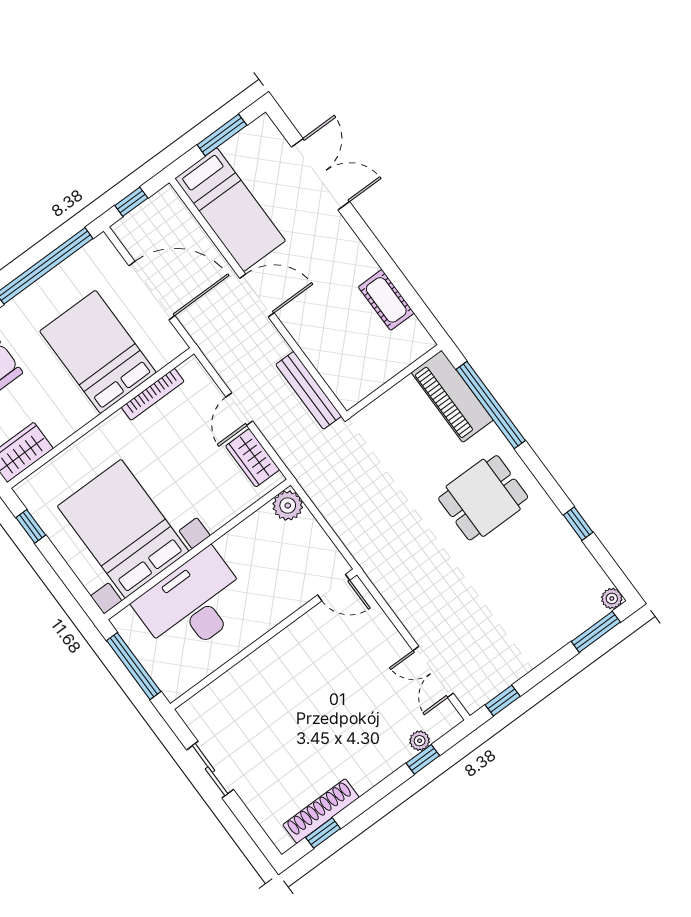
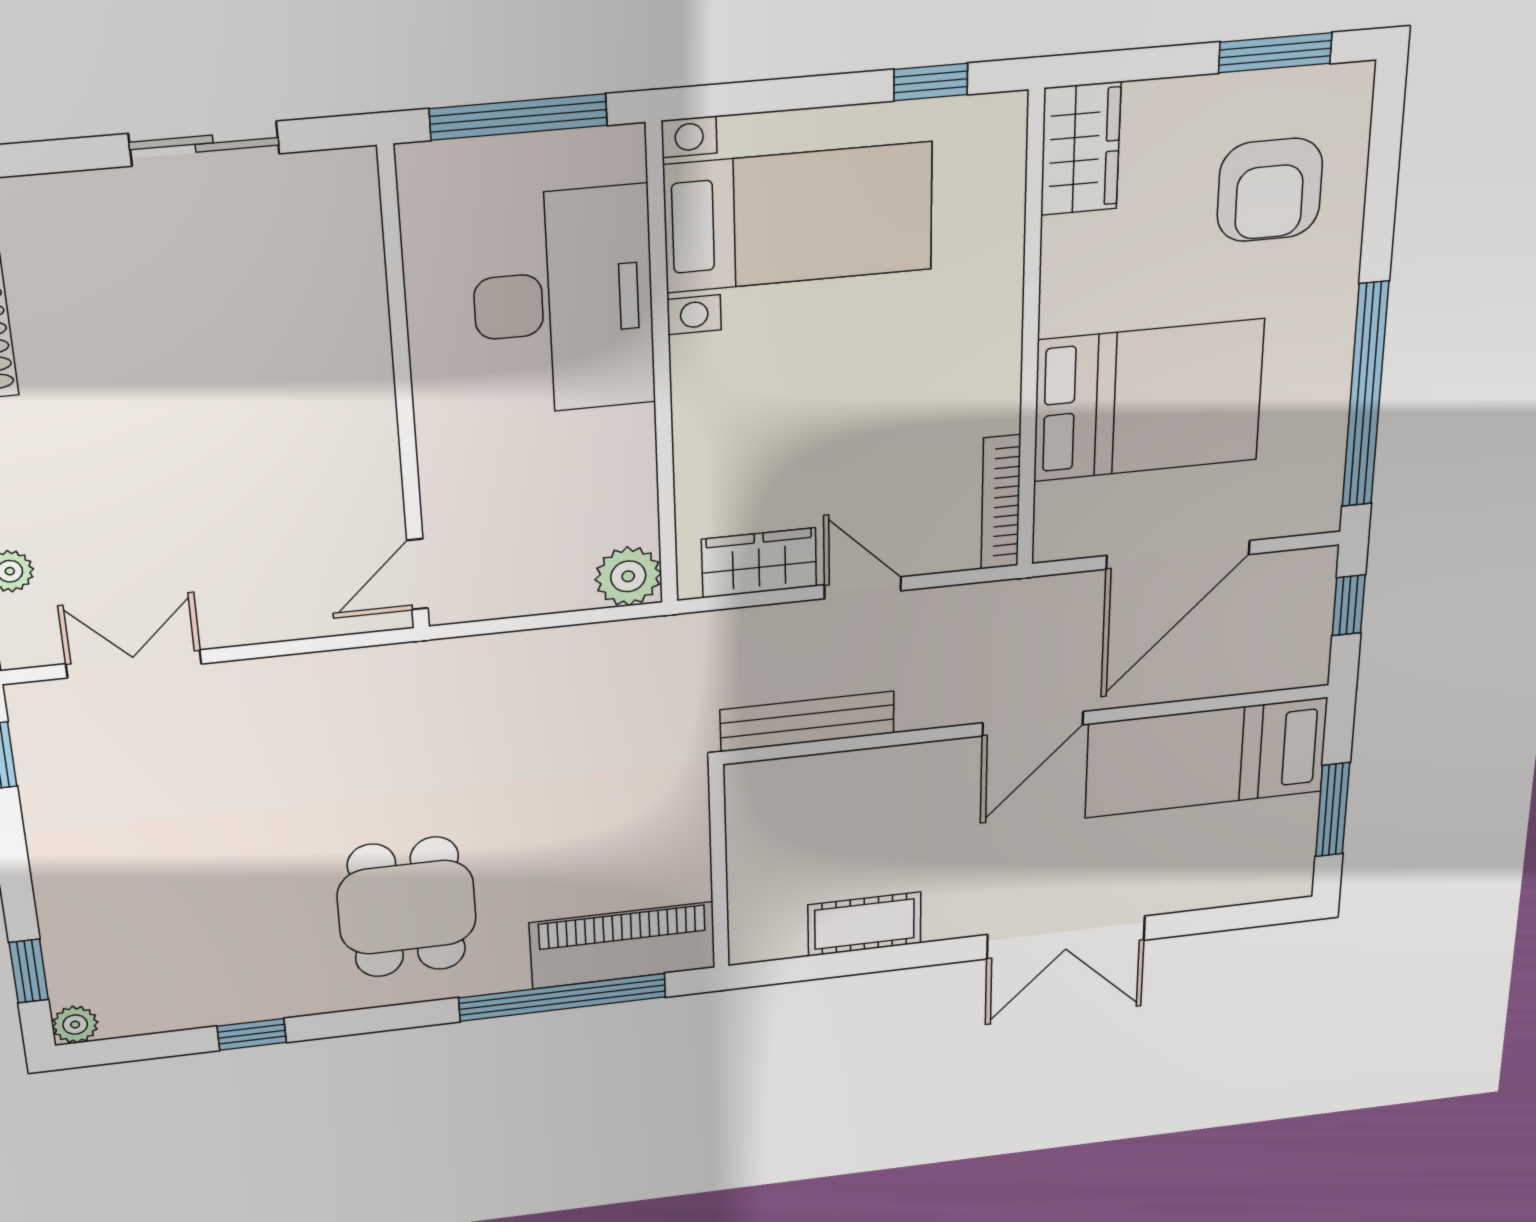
double door: (321, 174) -> (1066, 937), moved
bookcase: (153, 394) -> (1001, 502), moved
bed with nightstands: (123, 529) -> (799, 217), width x0.73
window: (596, 632) -> (29, 971), width x0.67

